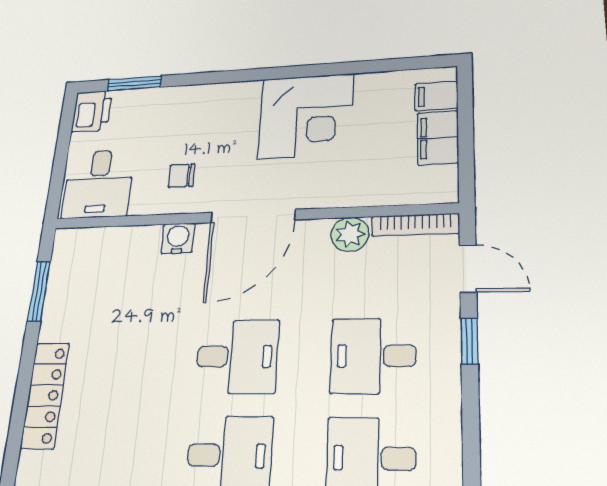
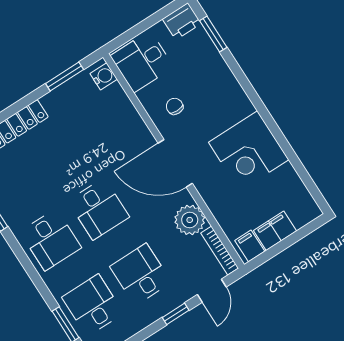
filing cabinet: (436, 96) -> (250, 246), moved
plant: (350, 234) -> (190, 220), width x1.36, depth x1.36
water cooler: (178, 238) -> (104, 76), moved

